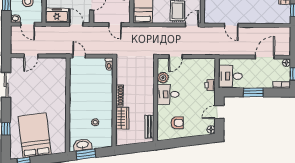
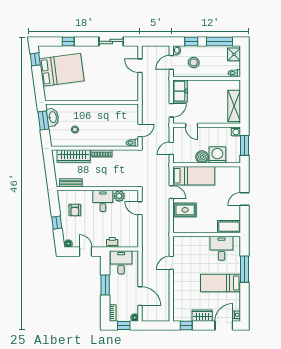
door: (192, 25) -> (171, 192), moved
door: (79, 56) -> (140, 131), moved
wardrobe: (122, 118) -> (74, 156), width x1.50
window: (190, 141) -> (57, 223), added

